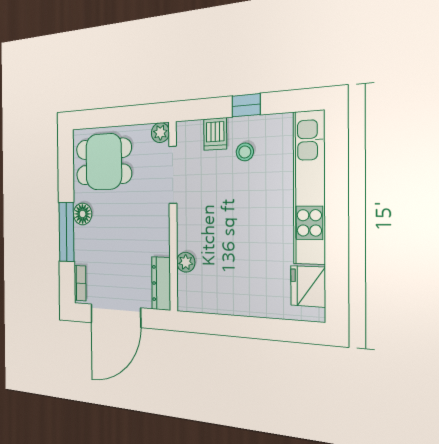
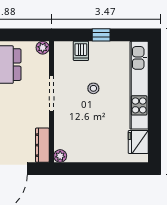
stool: (245, 152) -> (93, 88), moved
doorway: (173, 175) -> (51, 94), moved
plant: (186, 262) -> (60, 156), moved

